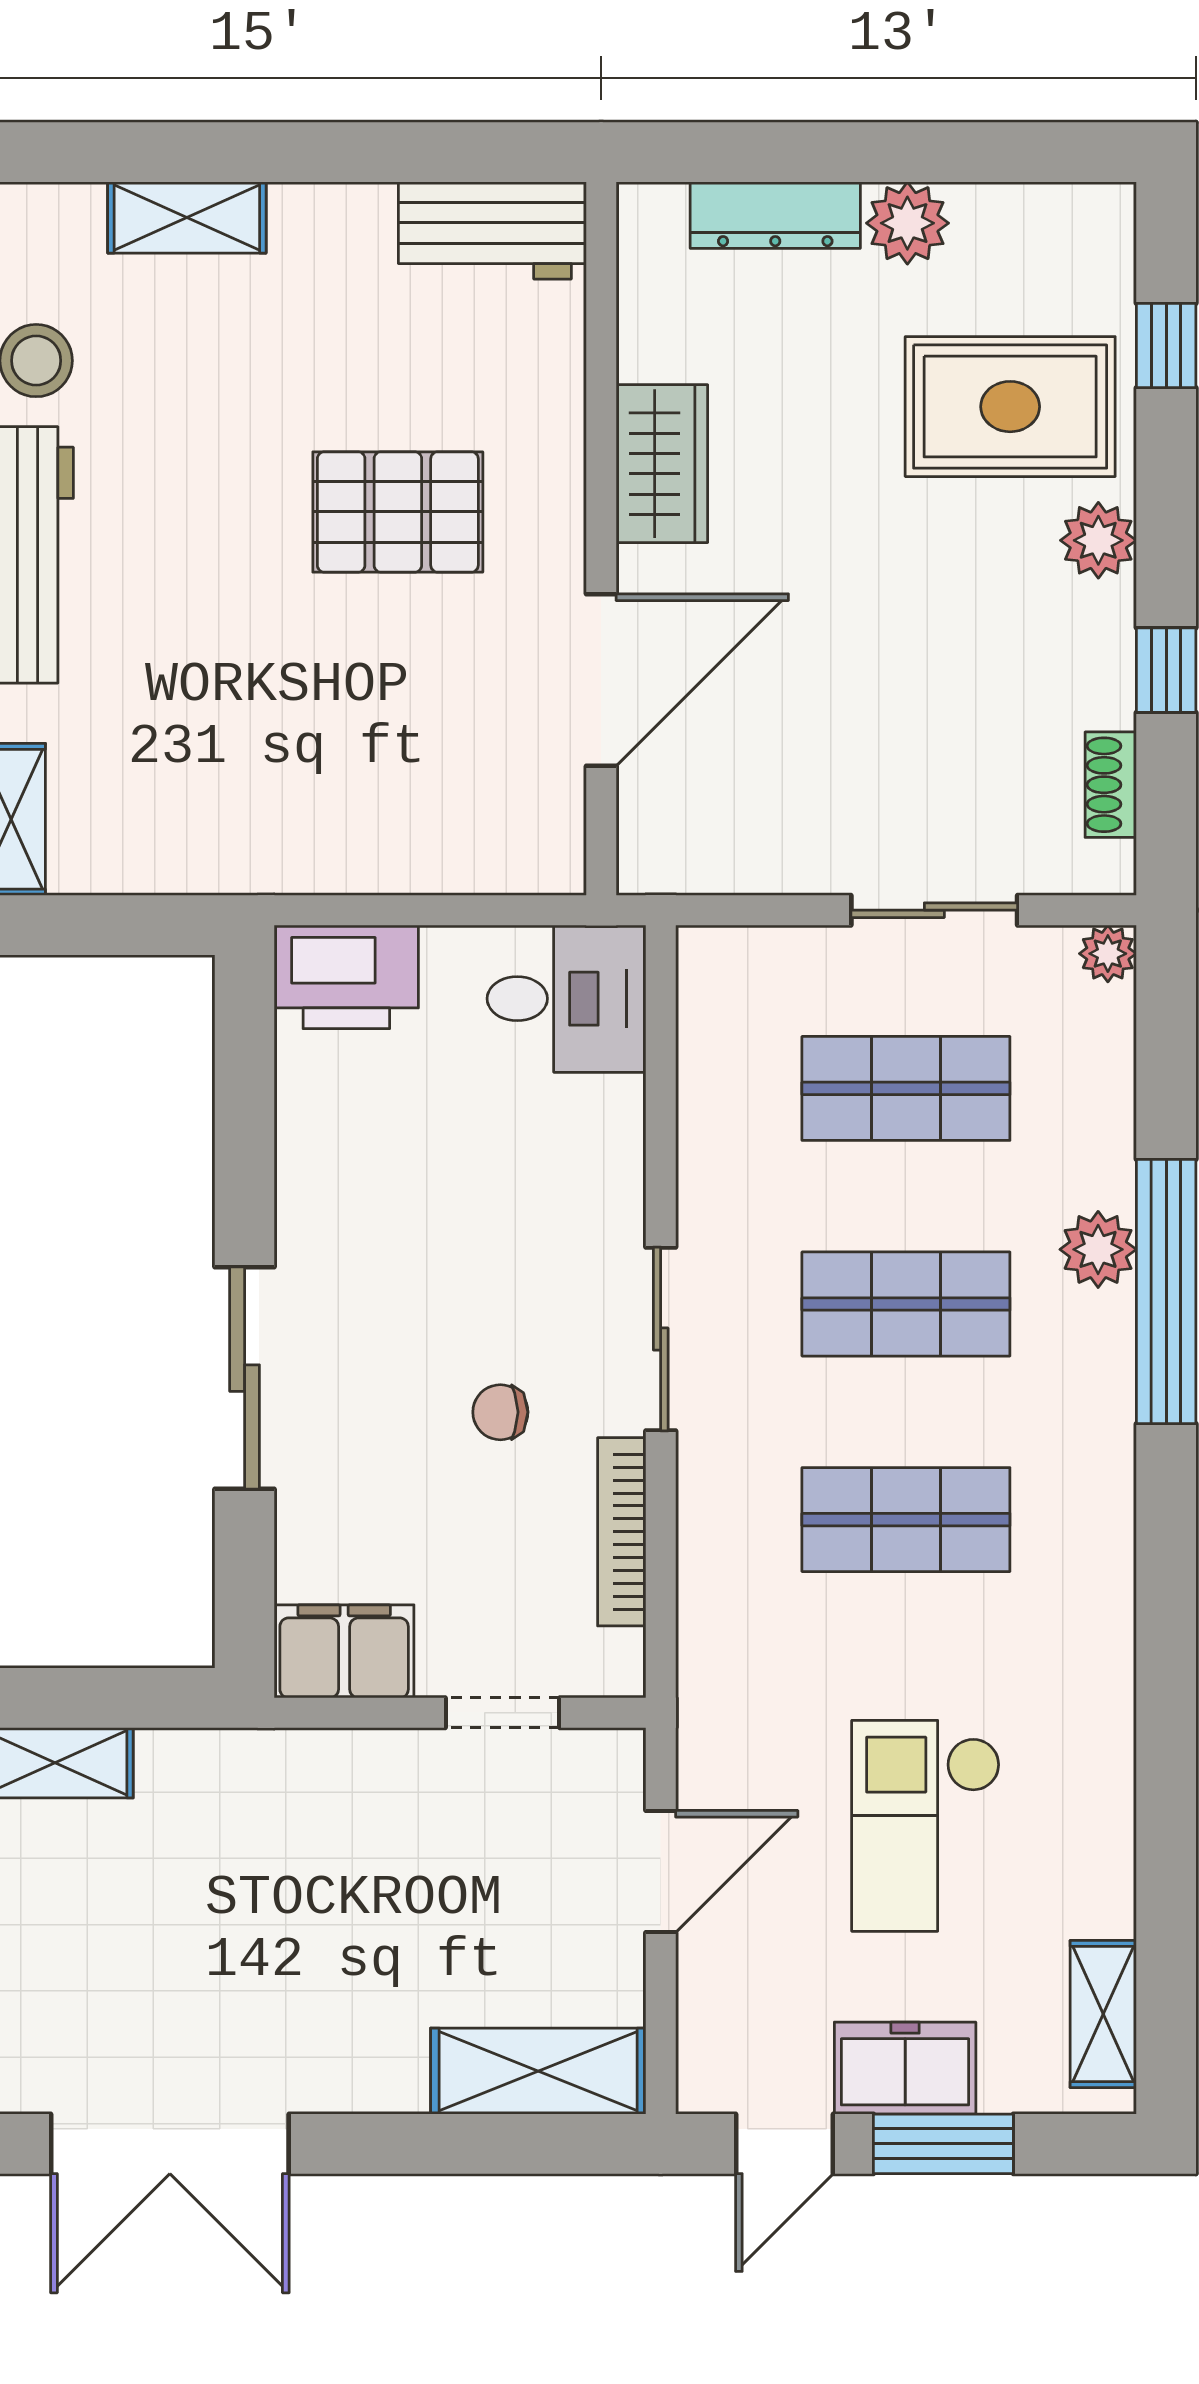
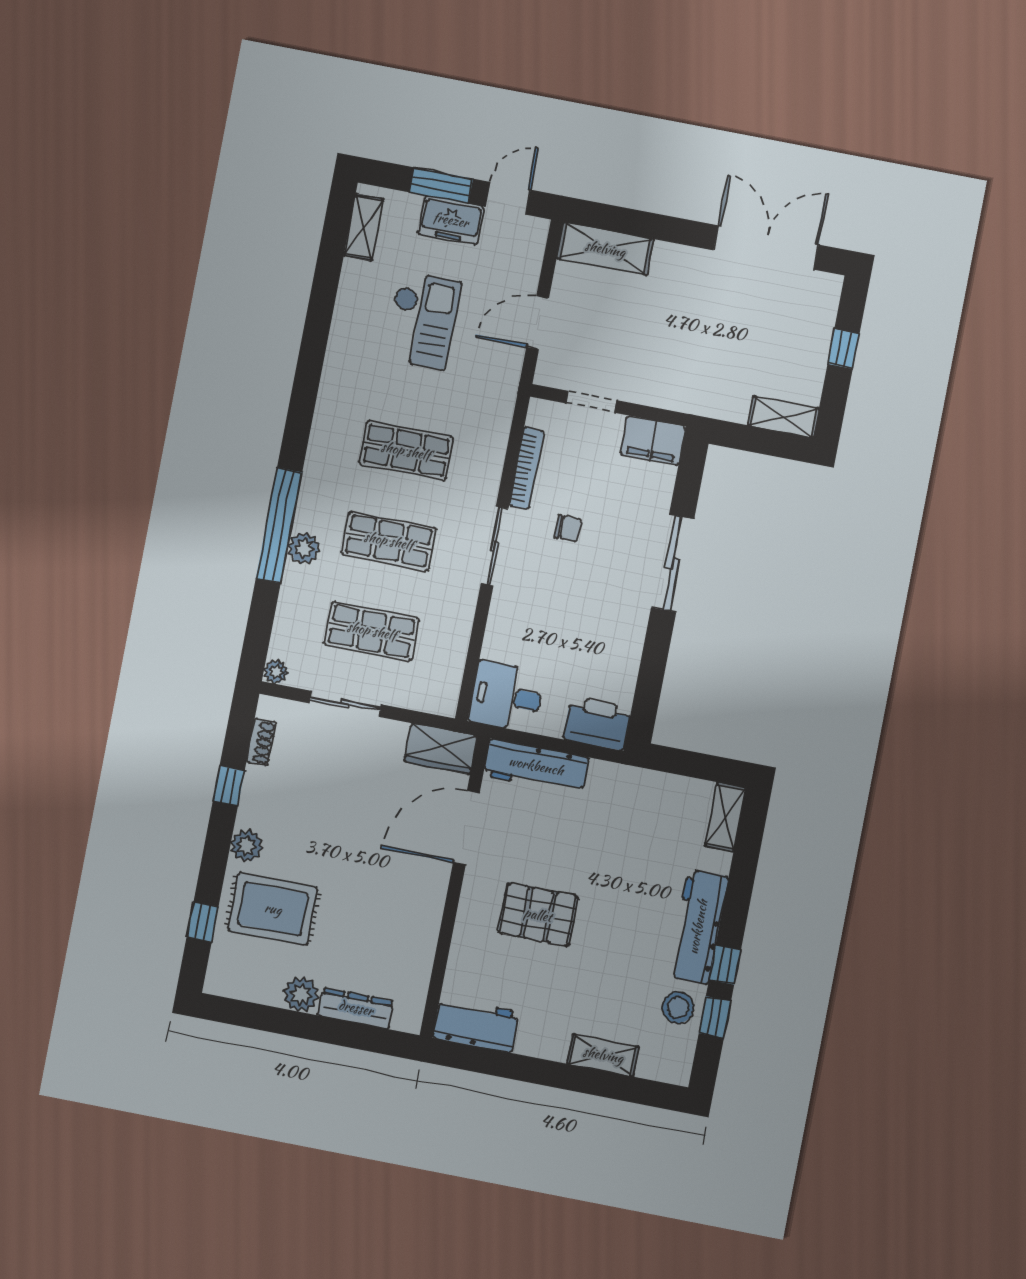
wardrobe: (662, 464) -> (441, 749), moved, turned -90
workbench: (468, 851) -> (536, 766), added

